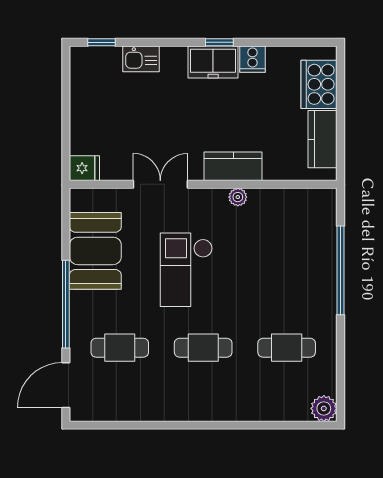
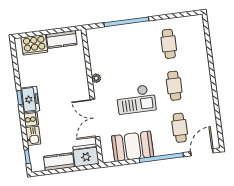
cooker: (252, 59) -> (31, 119), moved
kitchen counter: (233, 166) -> (59, 162), moved, turned 90
fridge: (84, 168) -> (86, 155), width x1.88, depth x1.34
double door: (160, 184) -> (95, 118), width x1.37
door: (66, 385) -> (202, 152), swing flipped
plant: (324, 408) -> (197, 21), removed

